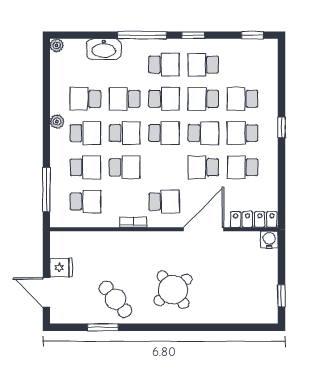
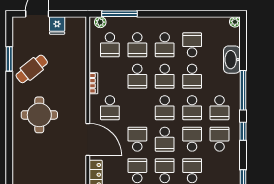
school desk: (125, 99) -> (192, 76), turned 180
plant: (57, 122) -> (100, 22), moved
round table: (173, 290) -> (39, 115), turned 38

